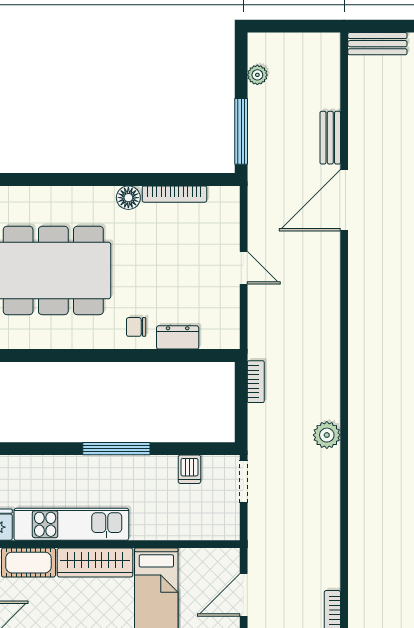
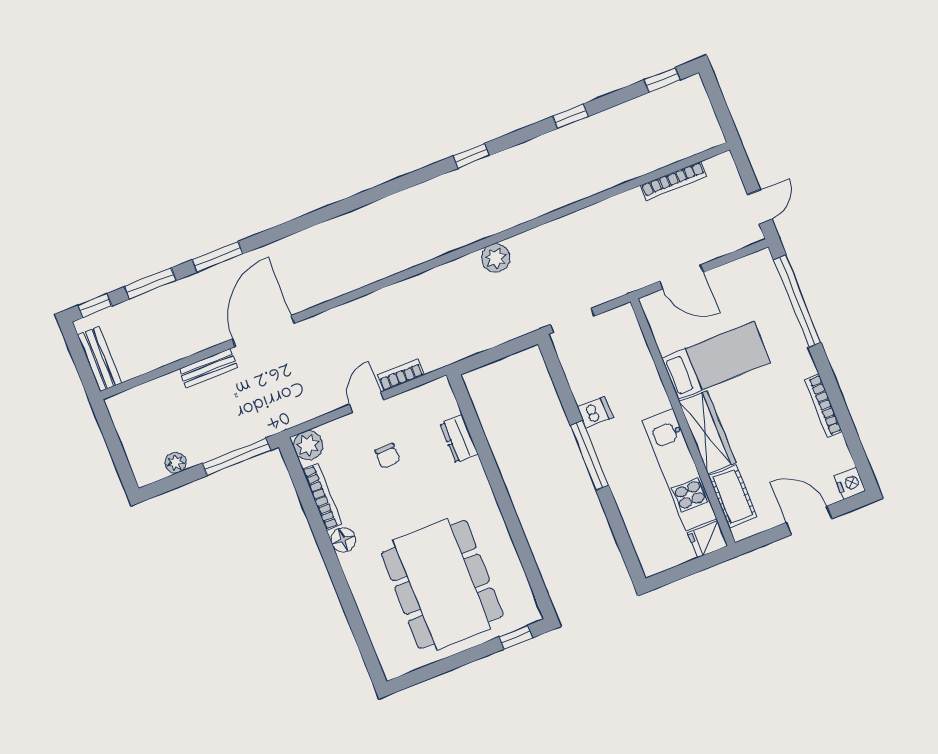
plant: (226, 200) -> (308, 445), added
door: (344, 200) -> (263, 331), swing flipped
chair: (136, 327) -> (388, 456), moved
bookcase: (256, 382) -> (401, 375), moved
dishwasher: (189, 469) -> (595, 412), moved

